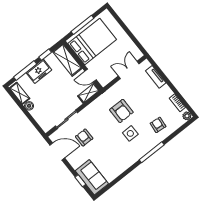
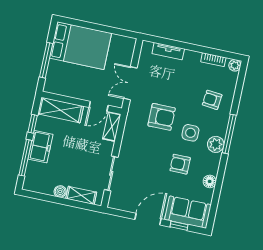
bed: (92, 41) -> (80, 46), moved, turned 90
double door: (129, 70) -> (130, 83), moved
shelving: (20, 93) -> (81, 195), moved
armchair: (84, 138) -> (180, 164), moved
door: (57, 152) -> (148, 219), moved
plant: (139, 152) -> (216, 144), added
floor lamp: (118, 170) -> (210, 181), added

